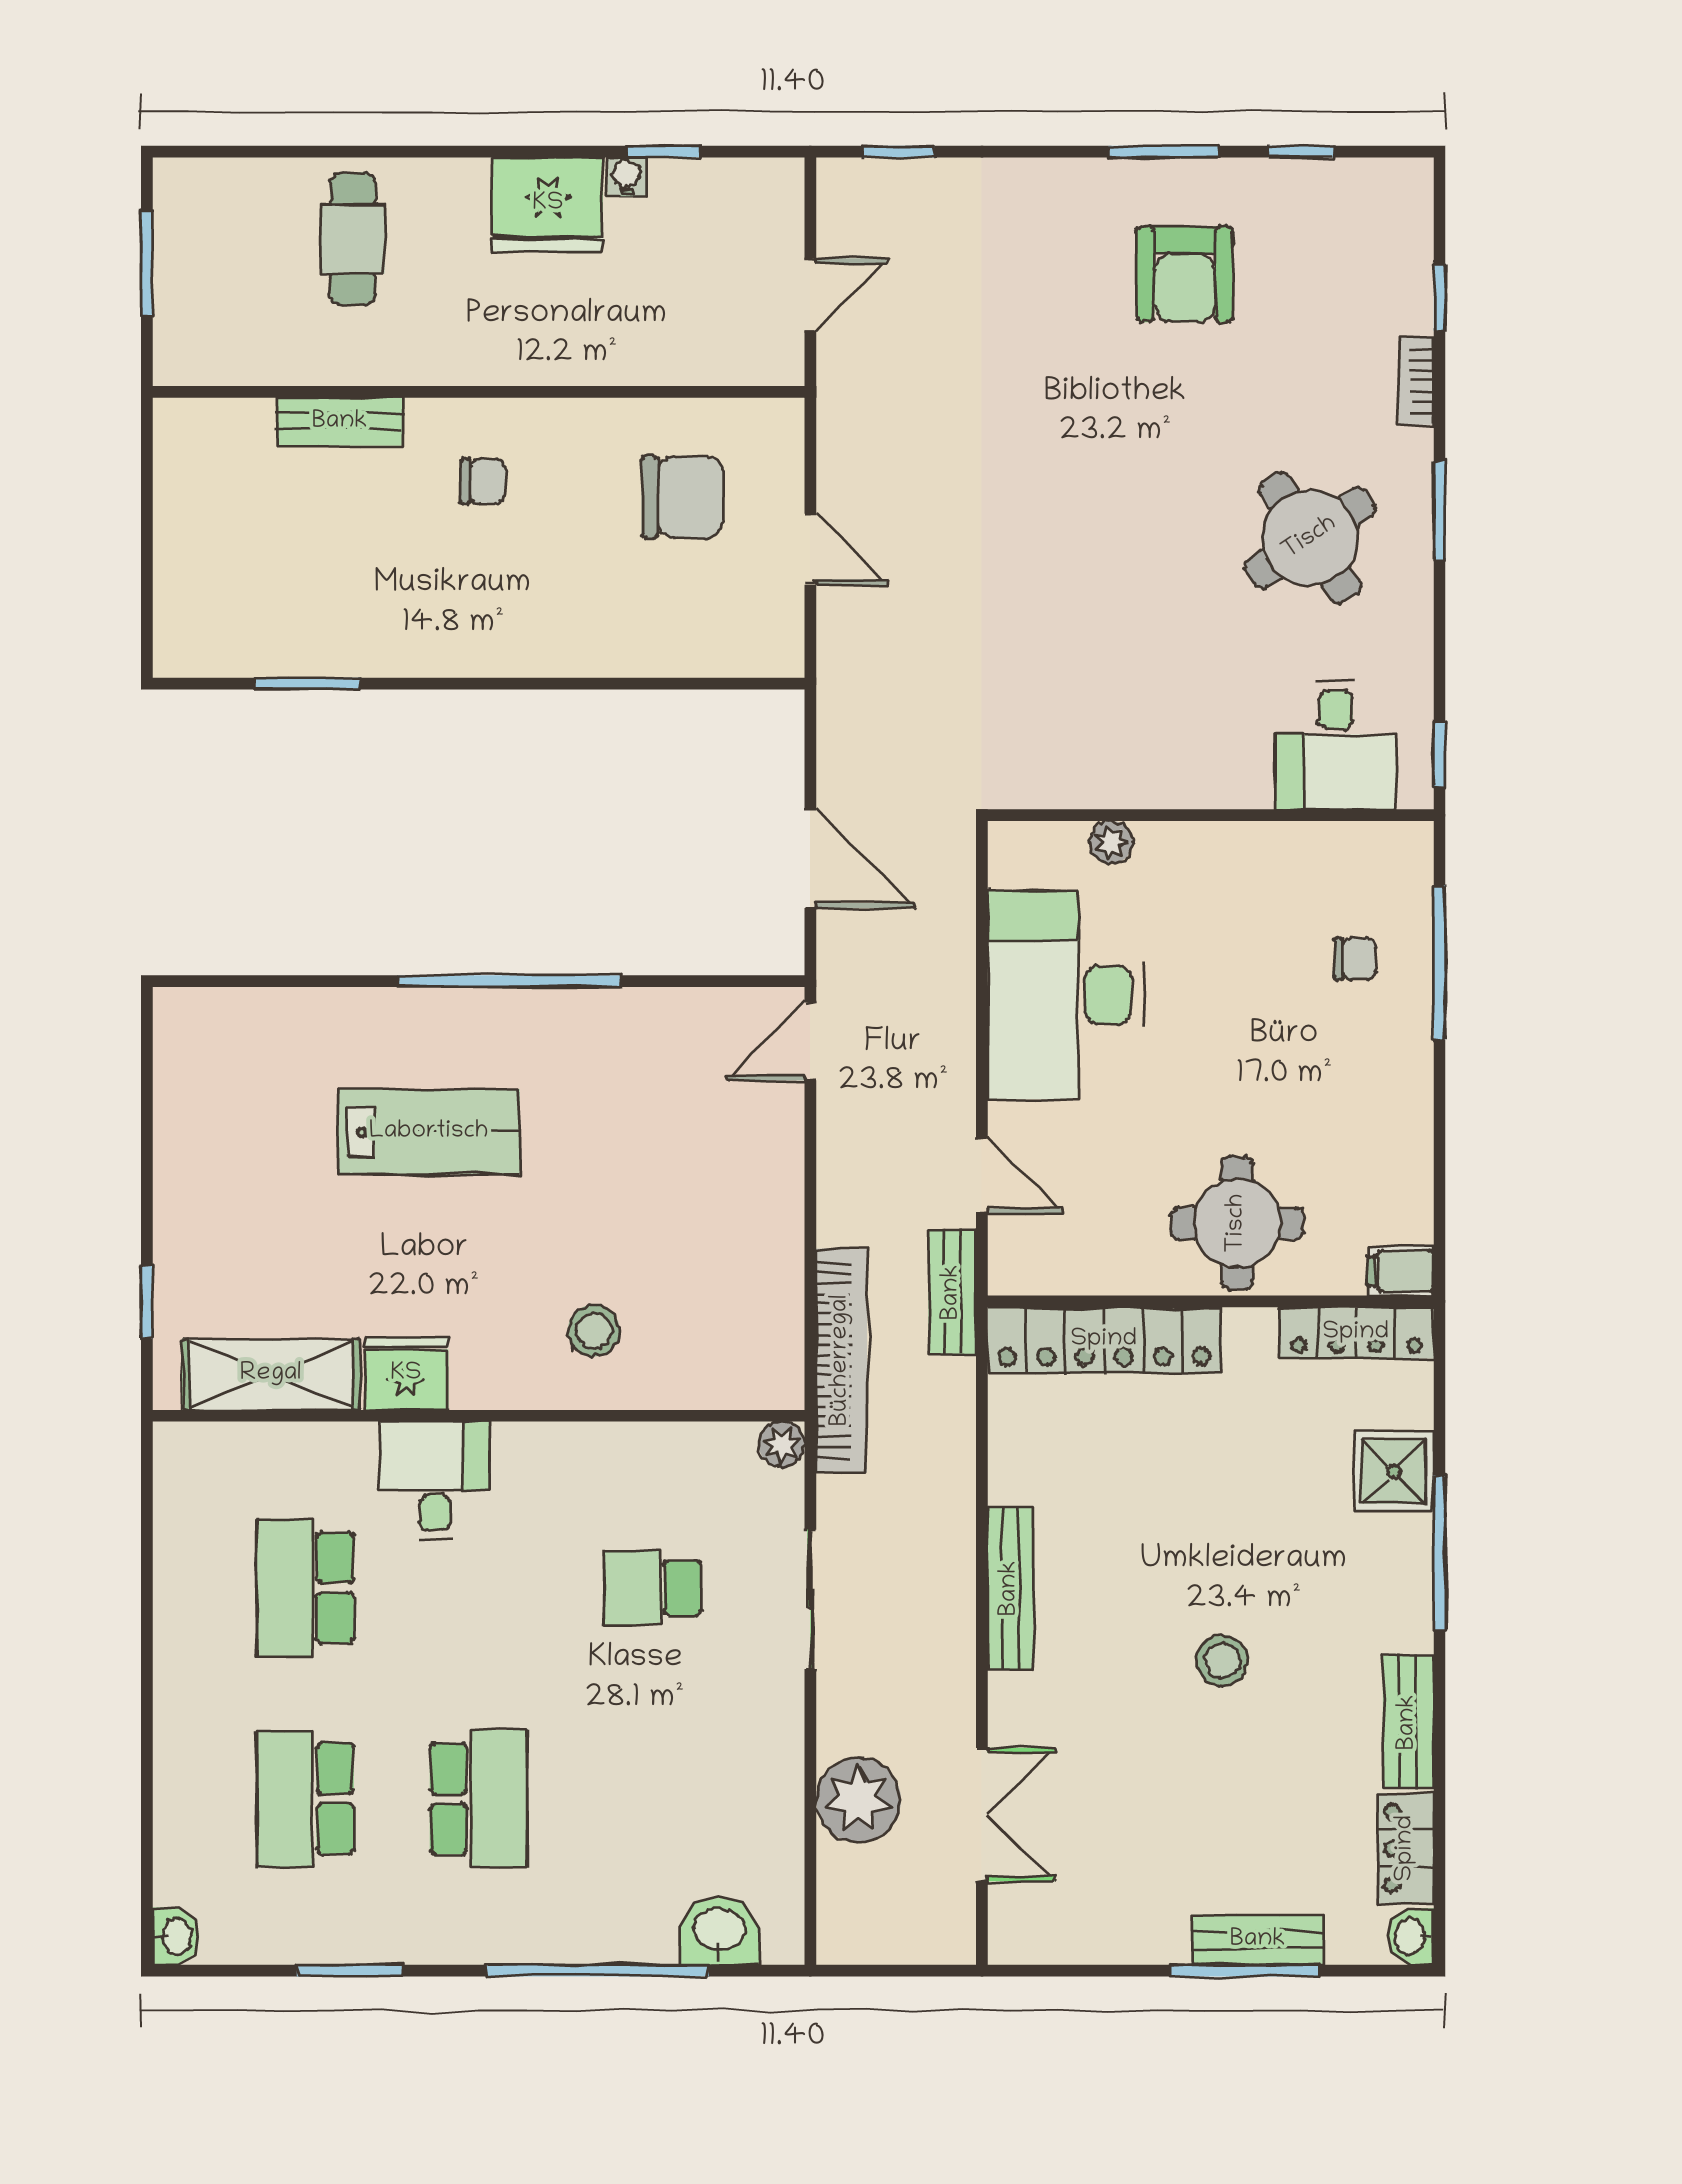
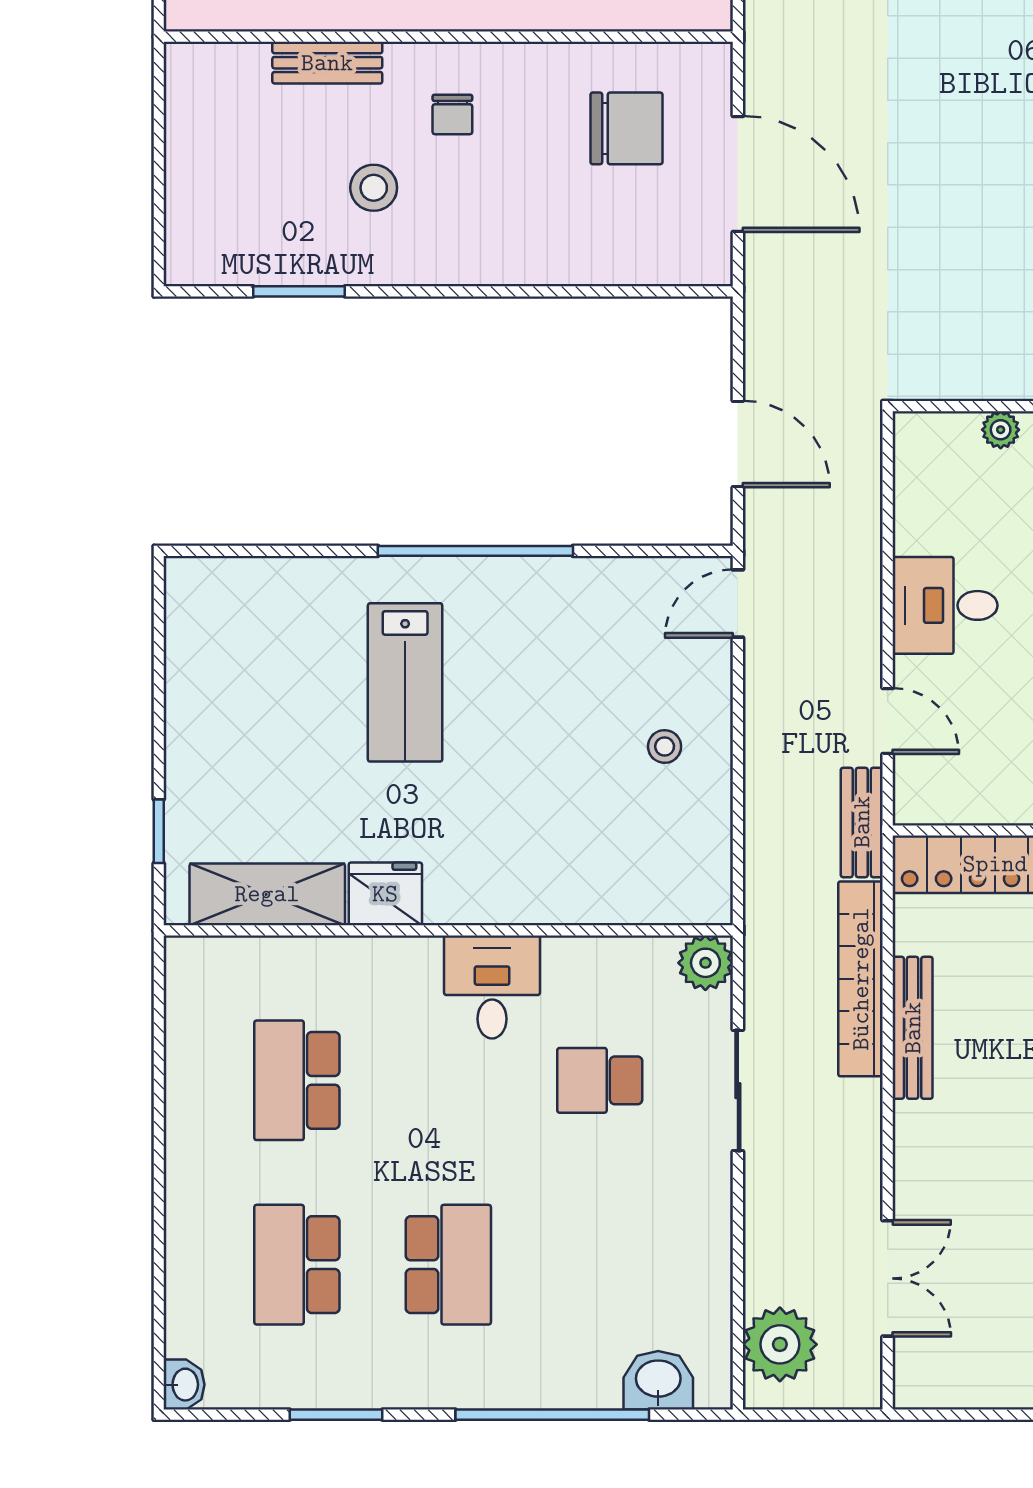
chair: (483, 481) -> (452, 114), turned 90
door: (810, 549) -> (738, 174), width x1.88
stool: (393, 565) -> (374, 188), added
desk: (1066, 995) -> (945, 605), width x0.53, depth x0.77
lab bench: (429, 1132) -> (405, 682), turned 90
stool: (594, 1331) -> (665, 746), moved, width x0.73, depth x0.73
bookcase: (841, 1360) -> (861, 979), moved, turned 180
plant: (782, 1444) -> (705, 963), width x1.38, depth x1.38
desk: (435, 1481) -> (492, 987), moved
bench: (1010, 1588) -> (913, 1028), moved
plant: (858, 1800) -> (780, 1344), moved

